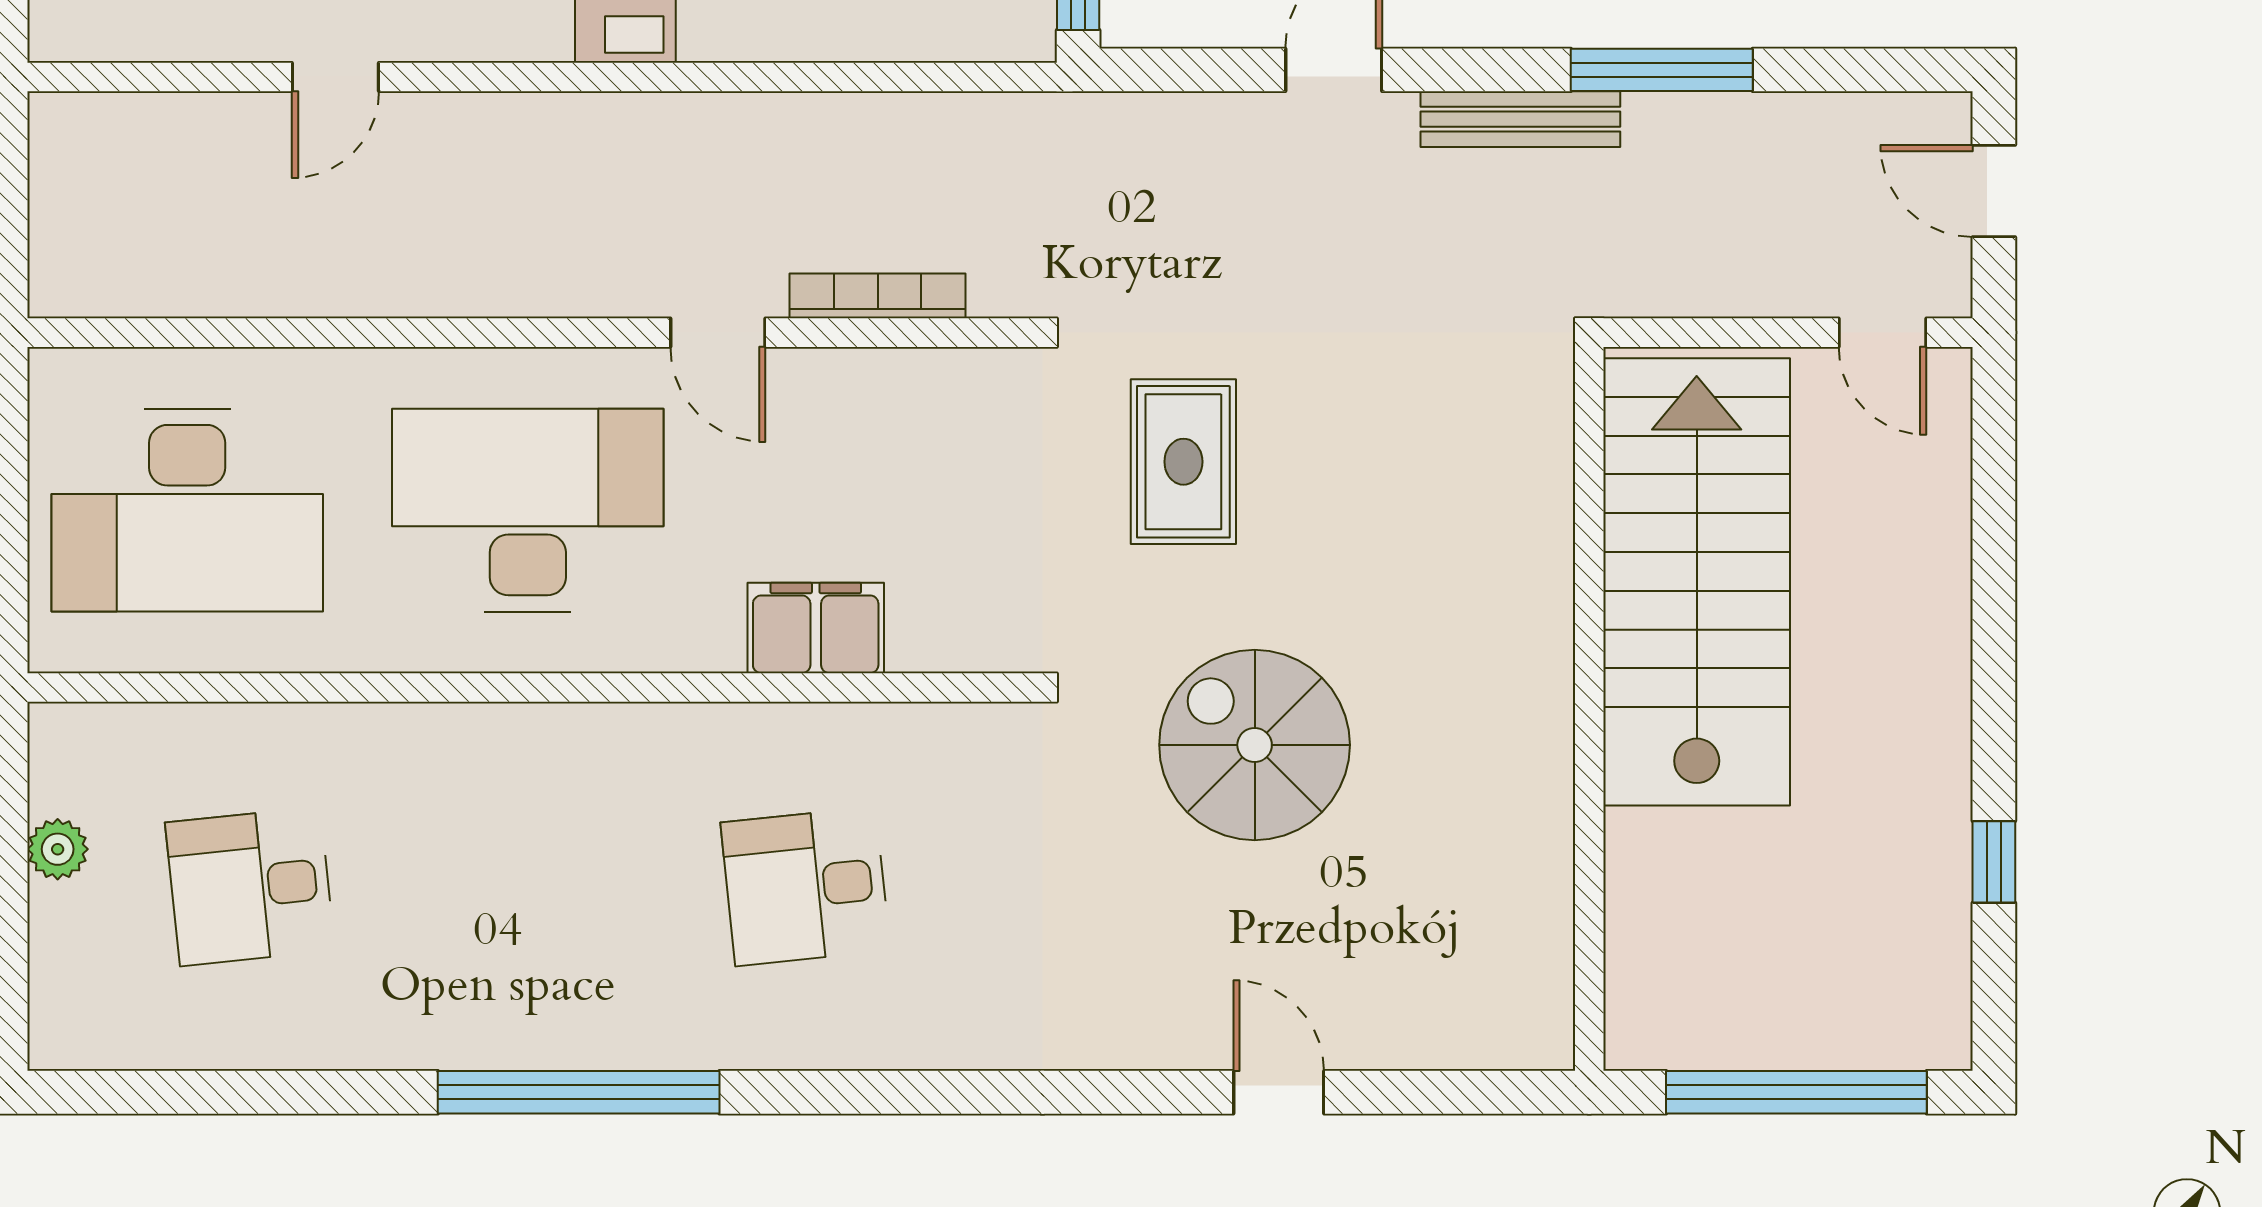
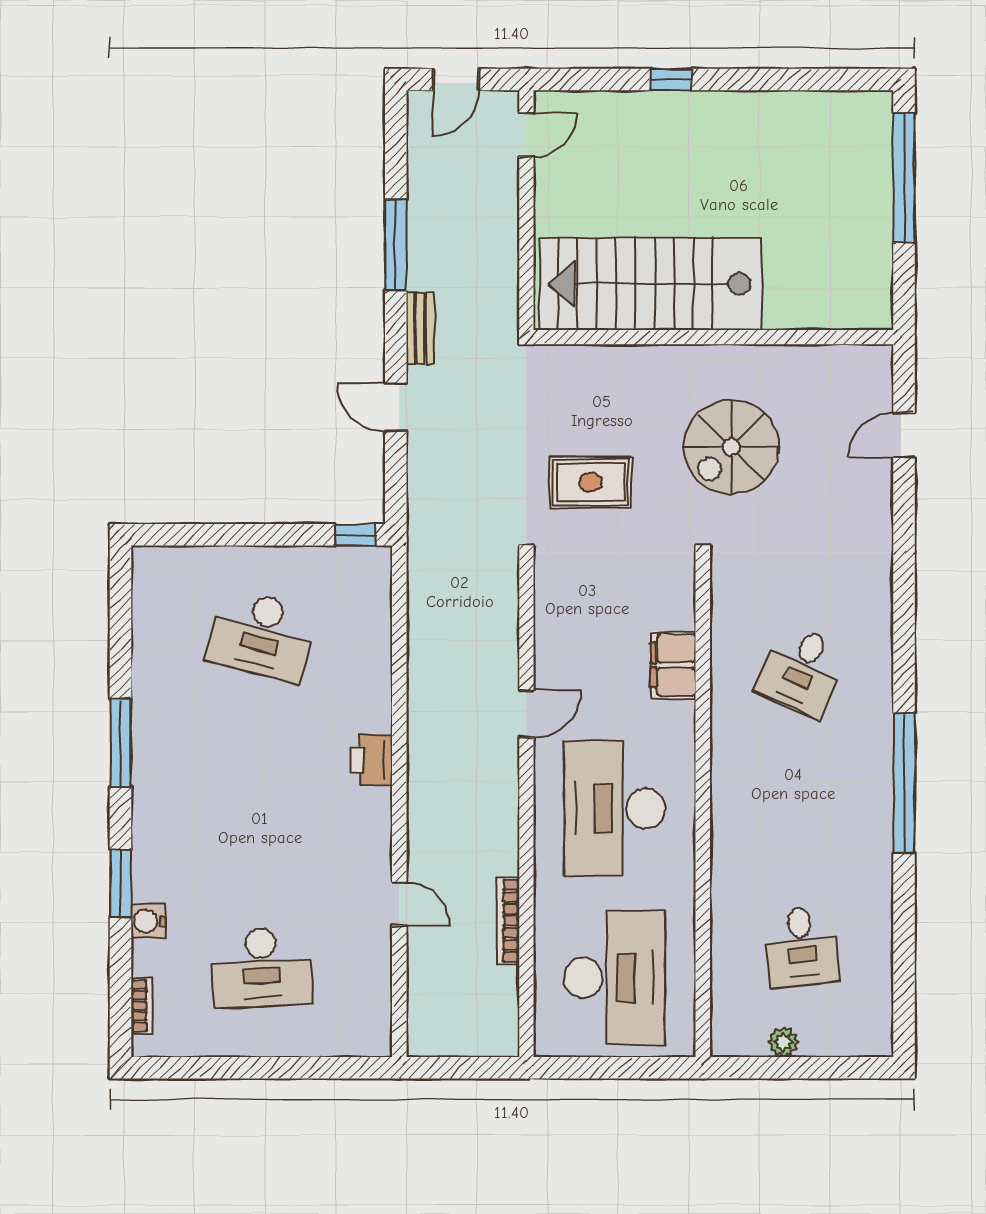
bench: (1520, 119) -> (420, 328), width x0.73
bookcase: (878, 296) -> (508, 921), moved
stairs: (1697, 582) -> (650, 284), moved
wall: (1589, 709) -> (713, 337), moved
window: (1994, 862) -> (671, 80), moved
desk: (805, 886) -> (802, 670), turned 30

